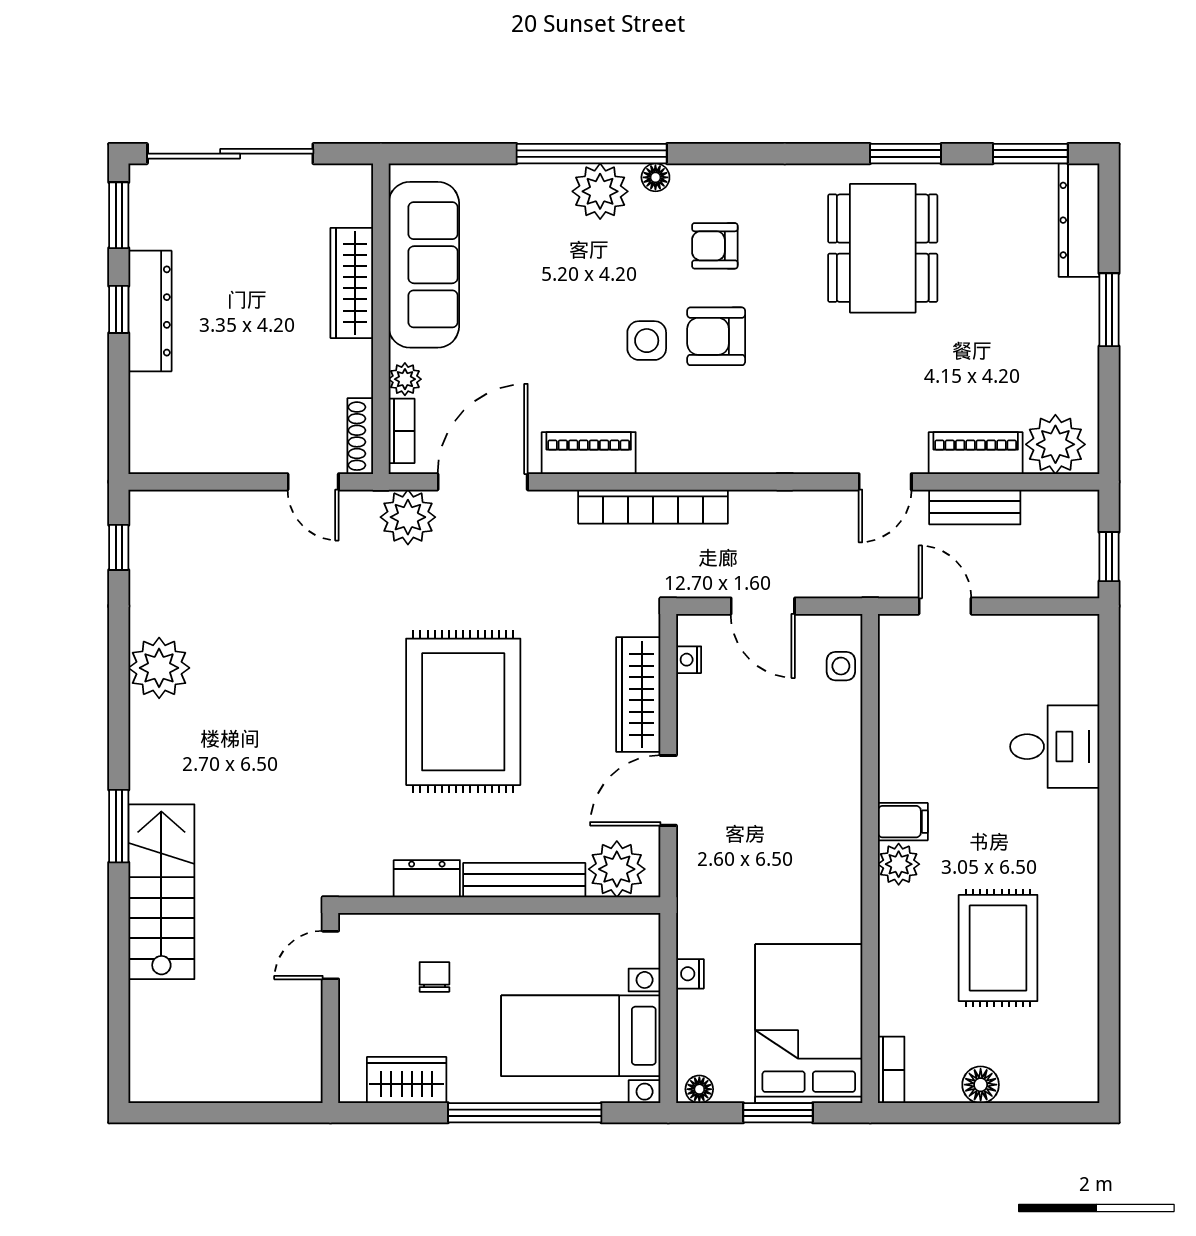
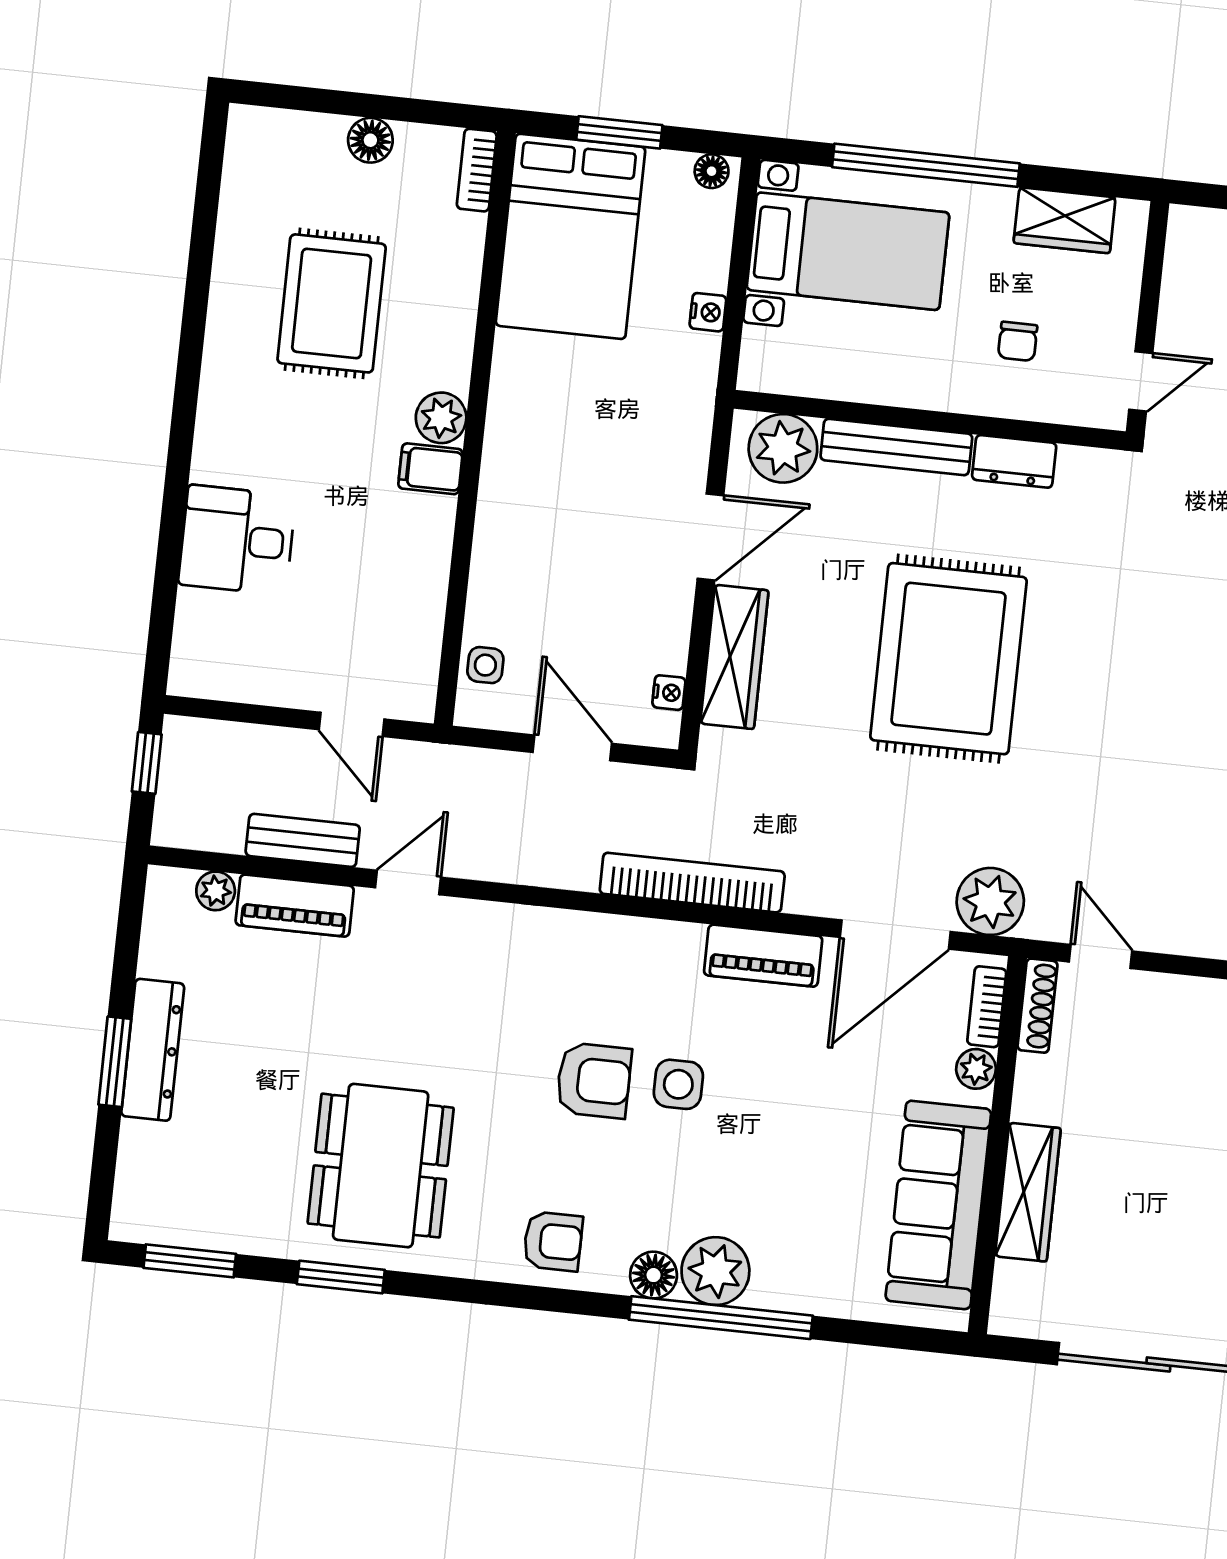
floor lamp: (655, 177) -> (654, 1275), width x1.37, depth x1.37
dresser: (1079, 220) -> (153, 1050), moved
armchair: (715, 246) -> (553, 1241), moved
plant: (1055, 444) -> (216, 891), width x0.53, depth x0.53

